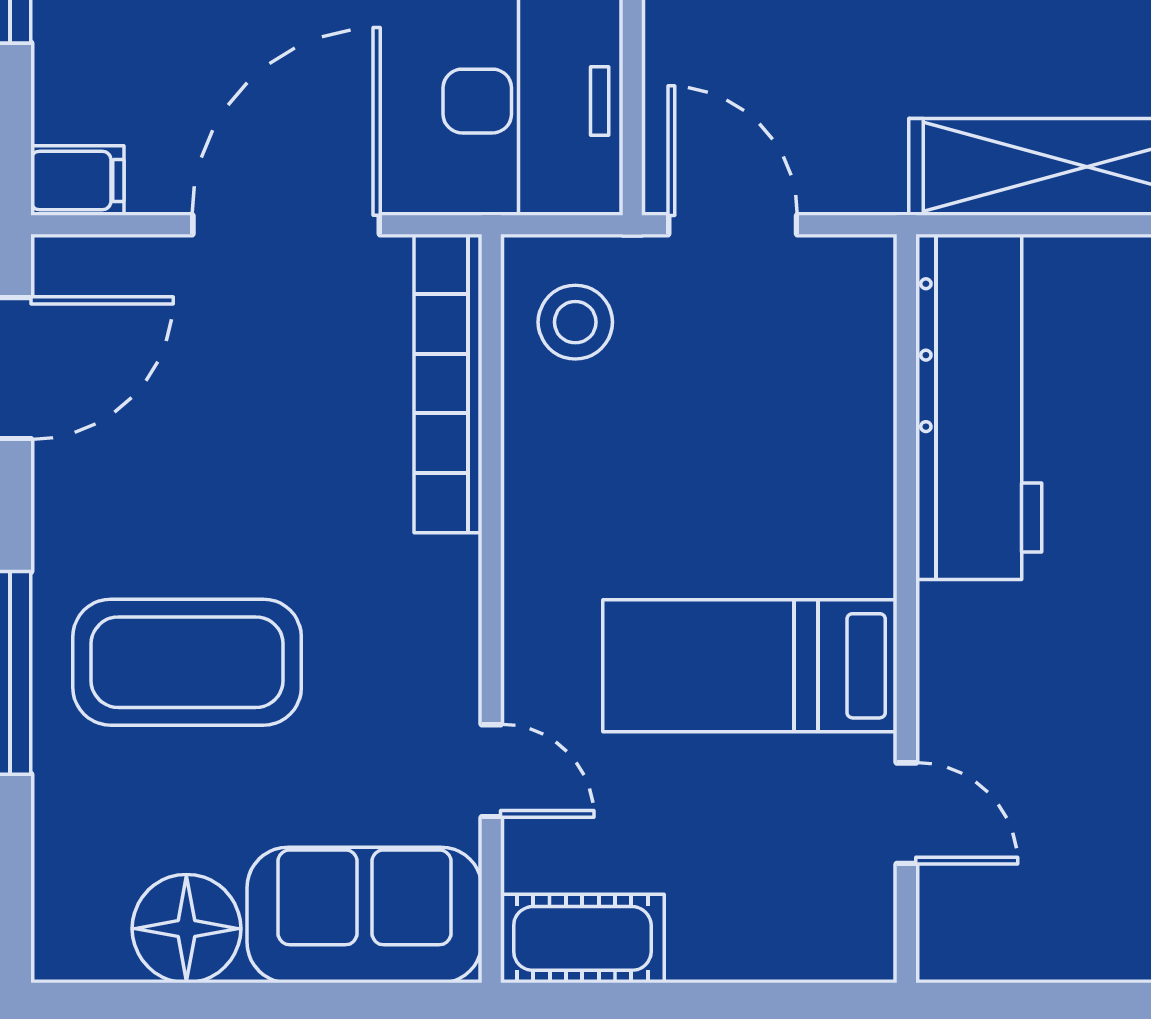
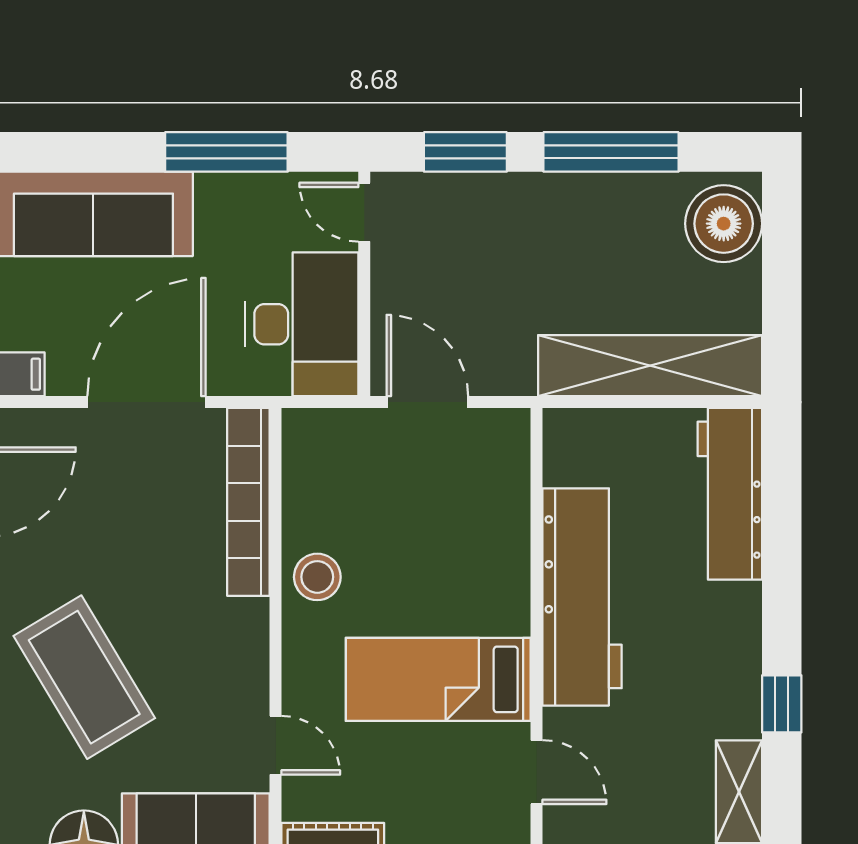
stool: (575, 322) -> (317, 577), moved
workbench: (979, 407) -> (582, 597), moved
coffee table: (187, 662) -> (84, 677), turned 59

